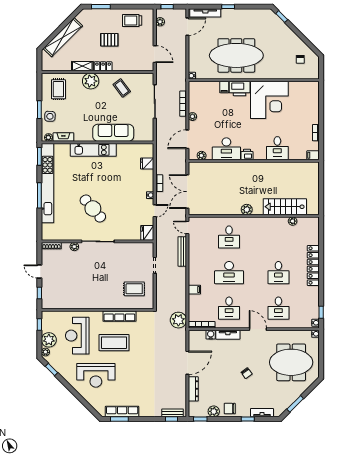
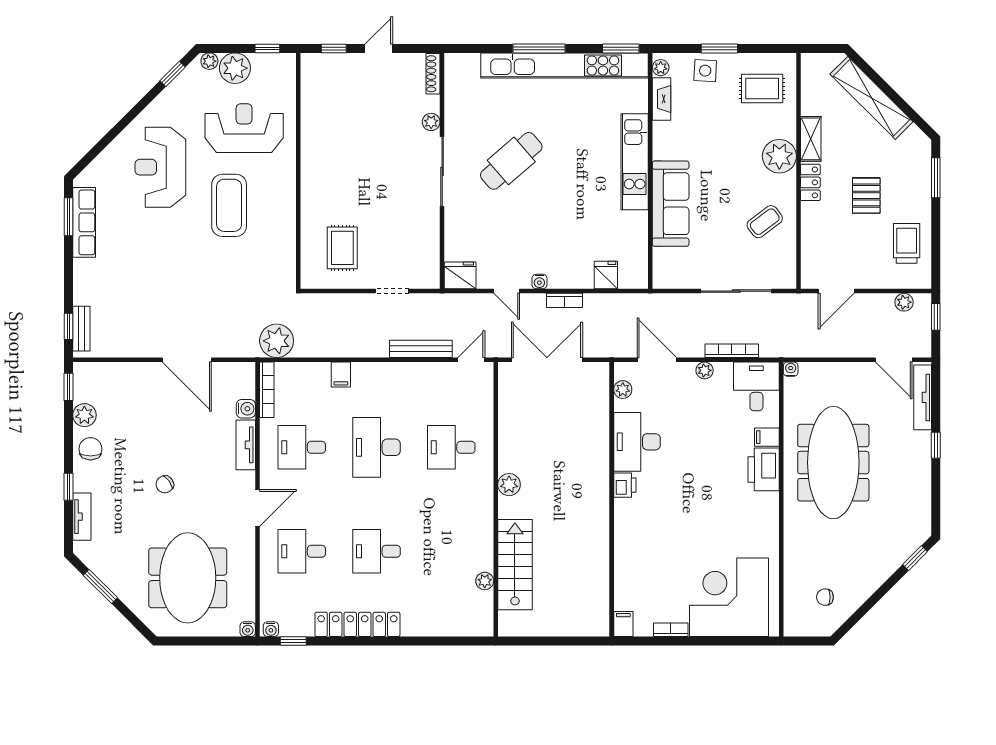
corner desk: (269, 100) -> (729, 597), moved, turned 90
desk: (277, 148) -> (756, 386), moved, turned 90
locker: (313, 265) -> (357, 624), moved
row of seats: (119, 316) -> (285, 217), removed
dresser: (193, 389) -> (132, 372), removed

